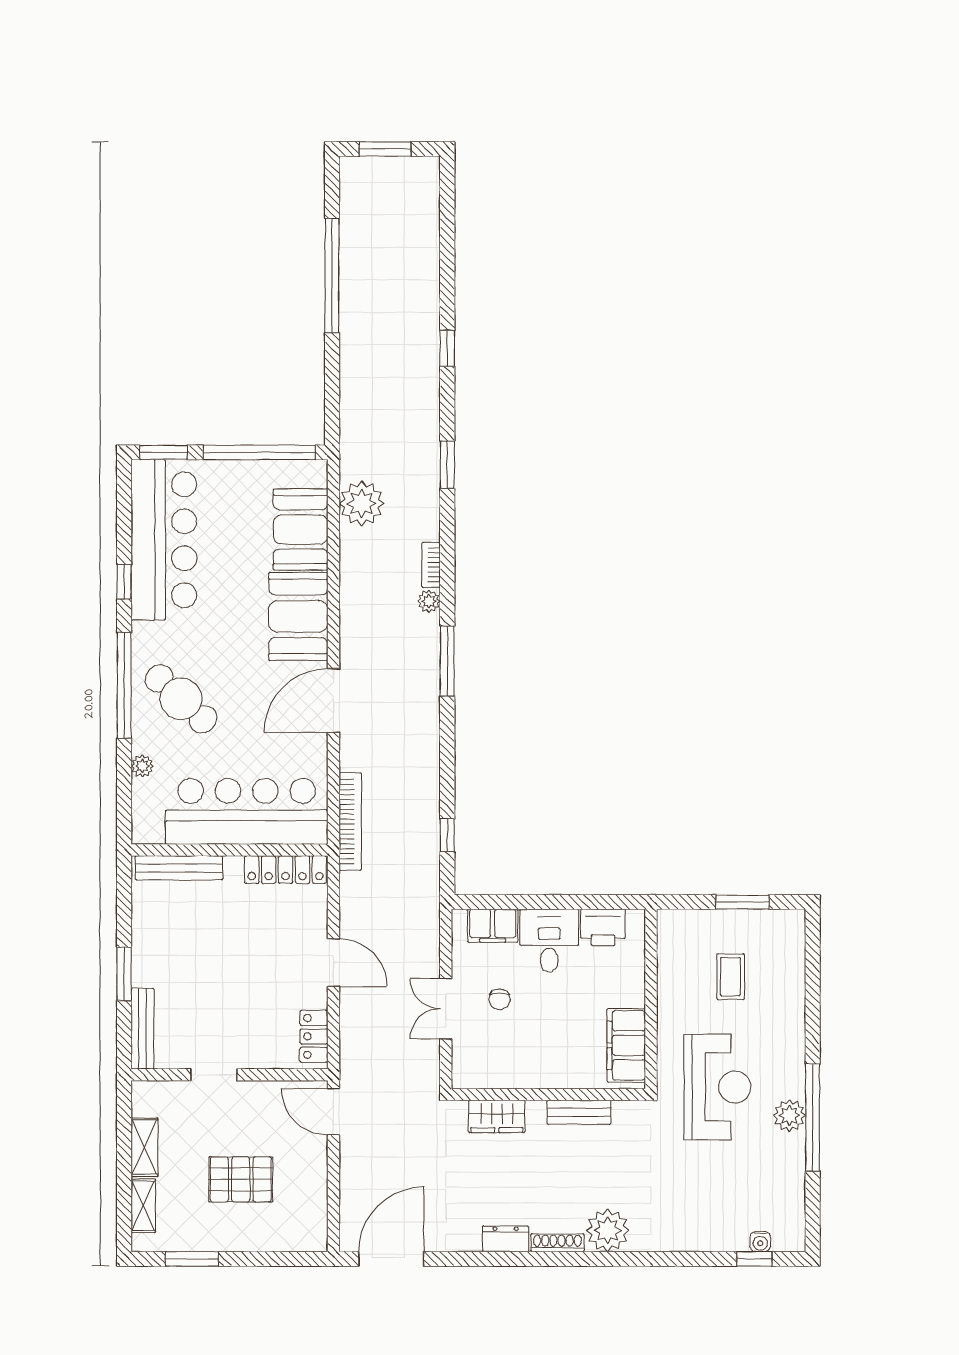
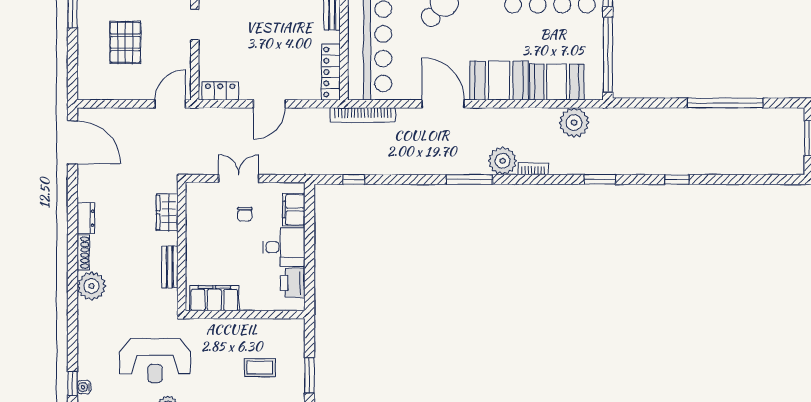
plant: (429, 601) -> (503, 161), width x1.88, depth x1.88
chair: (500, 999) -> (245, 214), turned -90
reception desk: (717, 1087) -> (155, 361), moved

